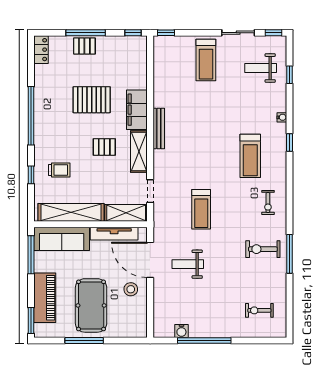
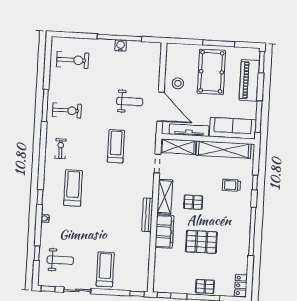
exercise bike: (259, 310) -> (73, 60), width x1.38, depth x1.39
water cooler: (181, 331) -> (121, 46), moved

